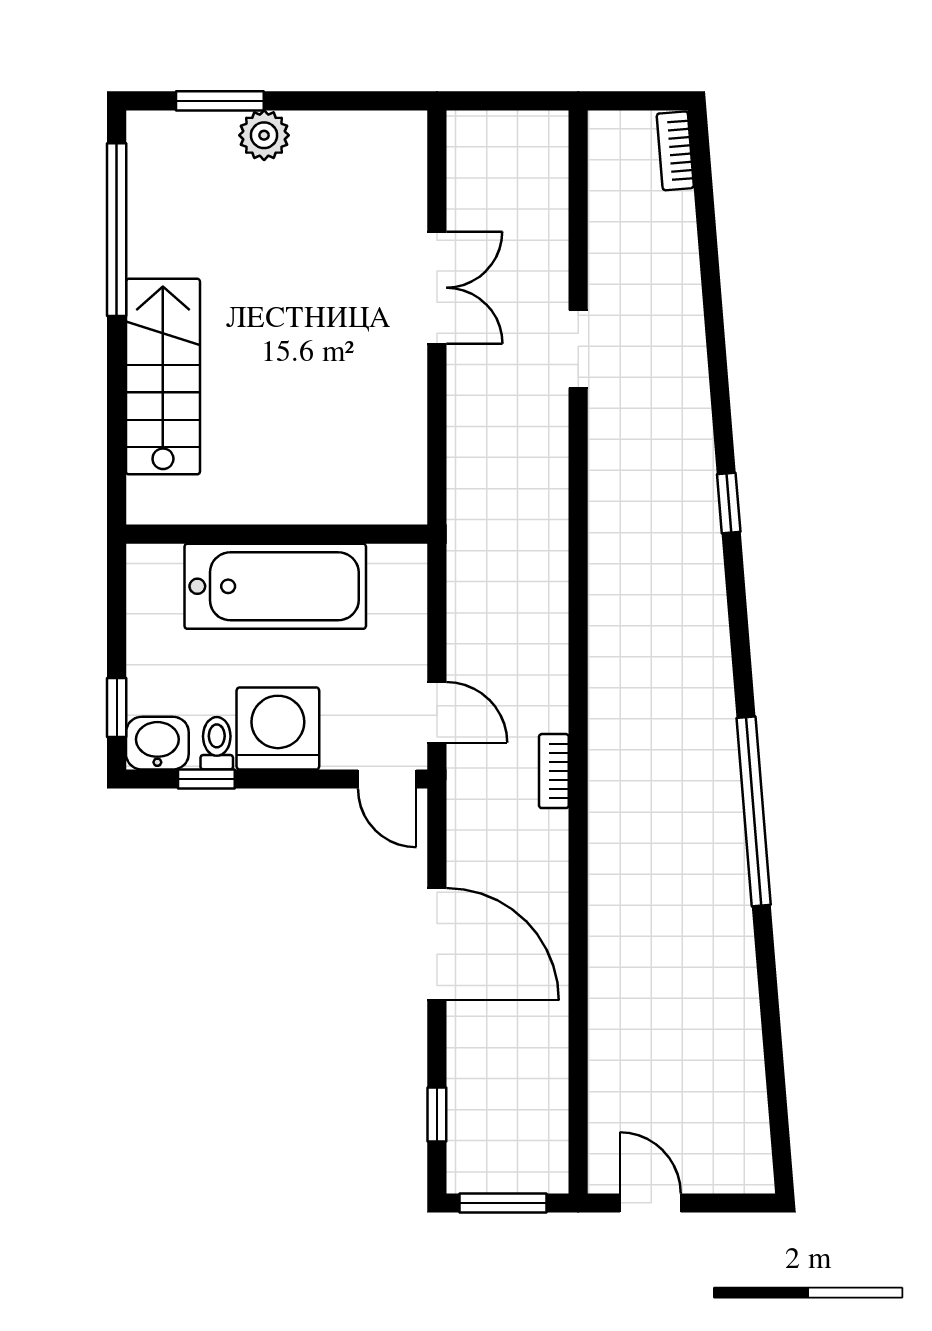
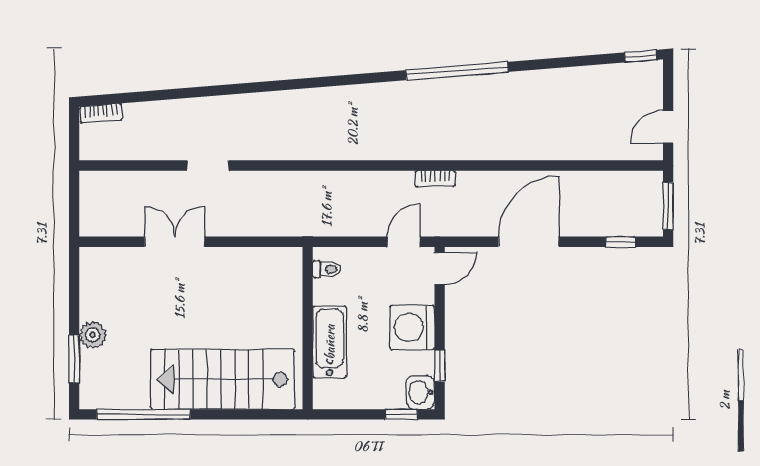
stairs: (163, 377) -> (223, 379), width x1.36, depth x1.51
window: (729, 503) -> (641, 56), moved
bathtub: (275, 586) -> (330, 342), width x0.73, depth x0.73
toilet: (217, 743) -> (327, 269), moved, turned 180

